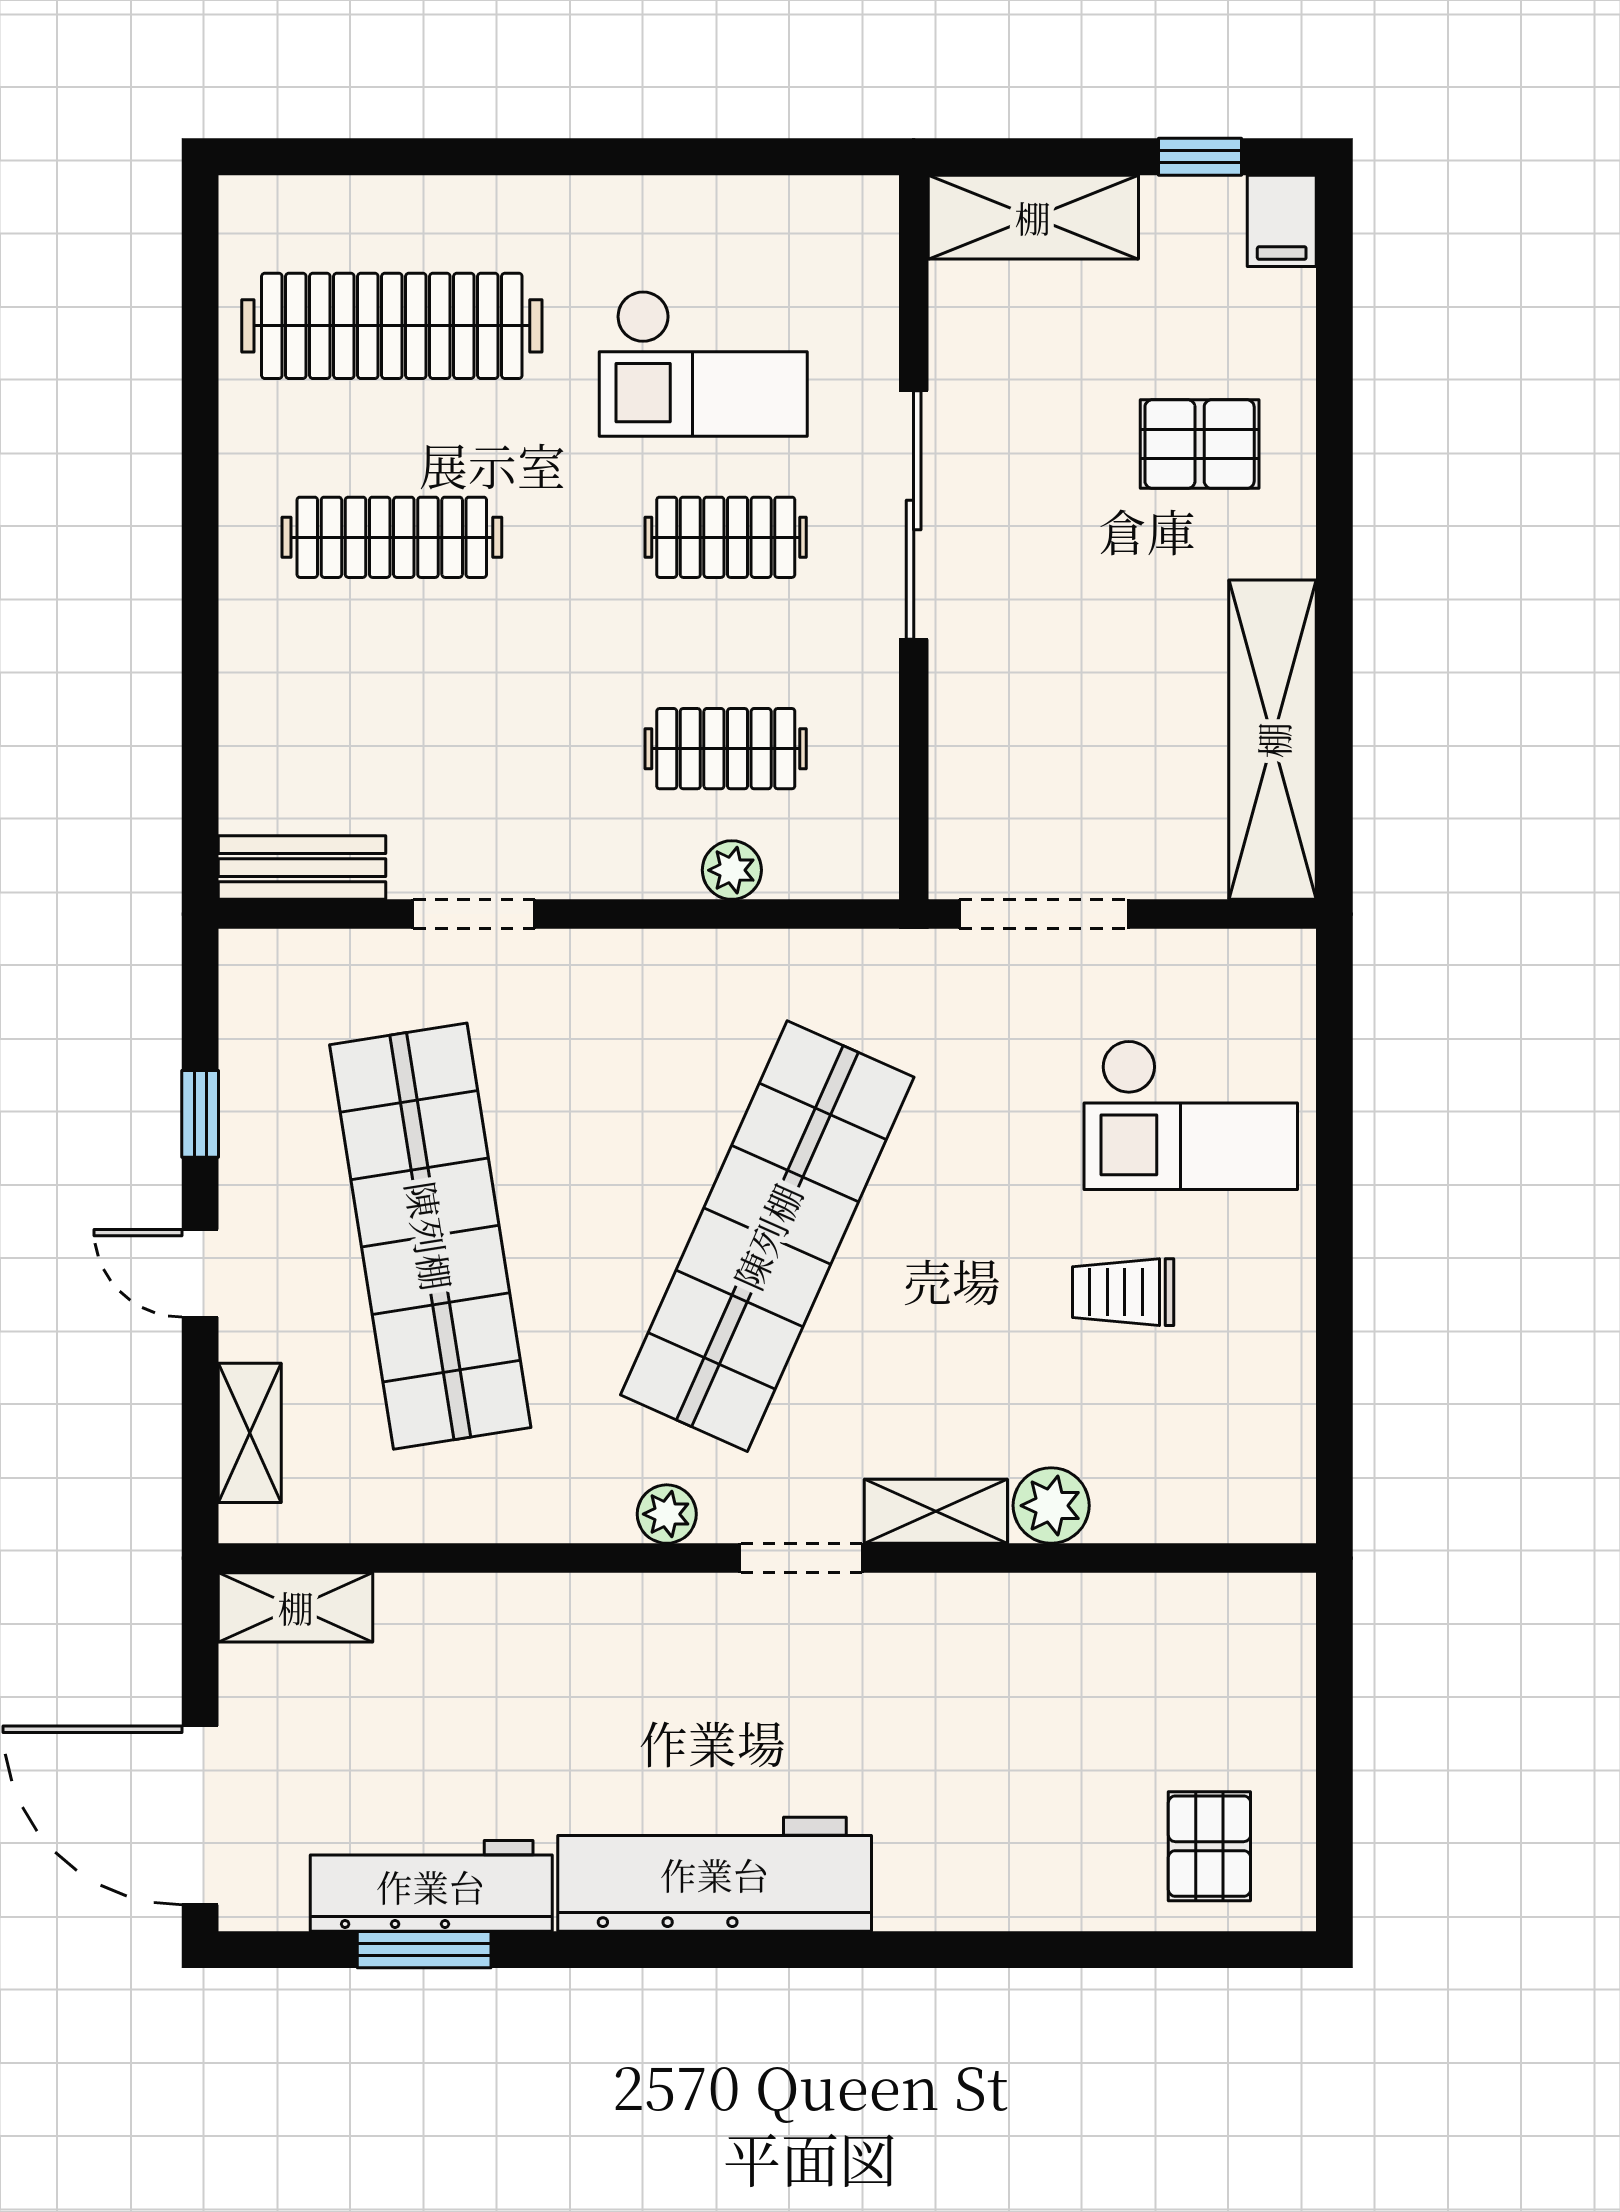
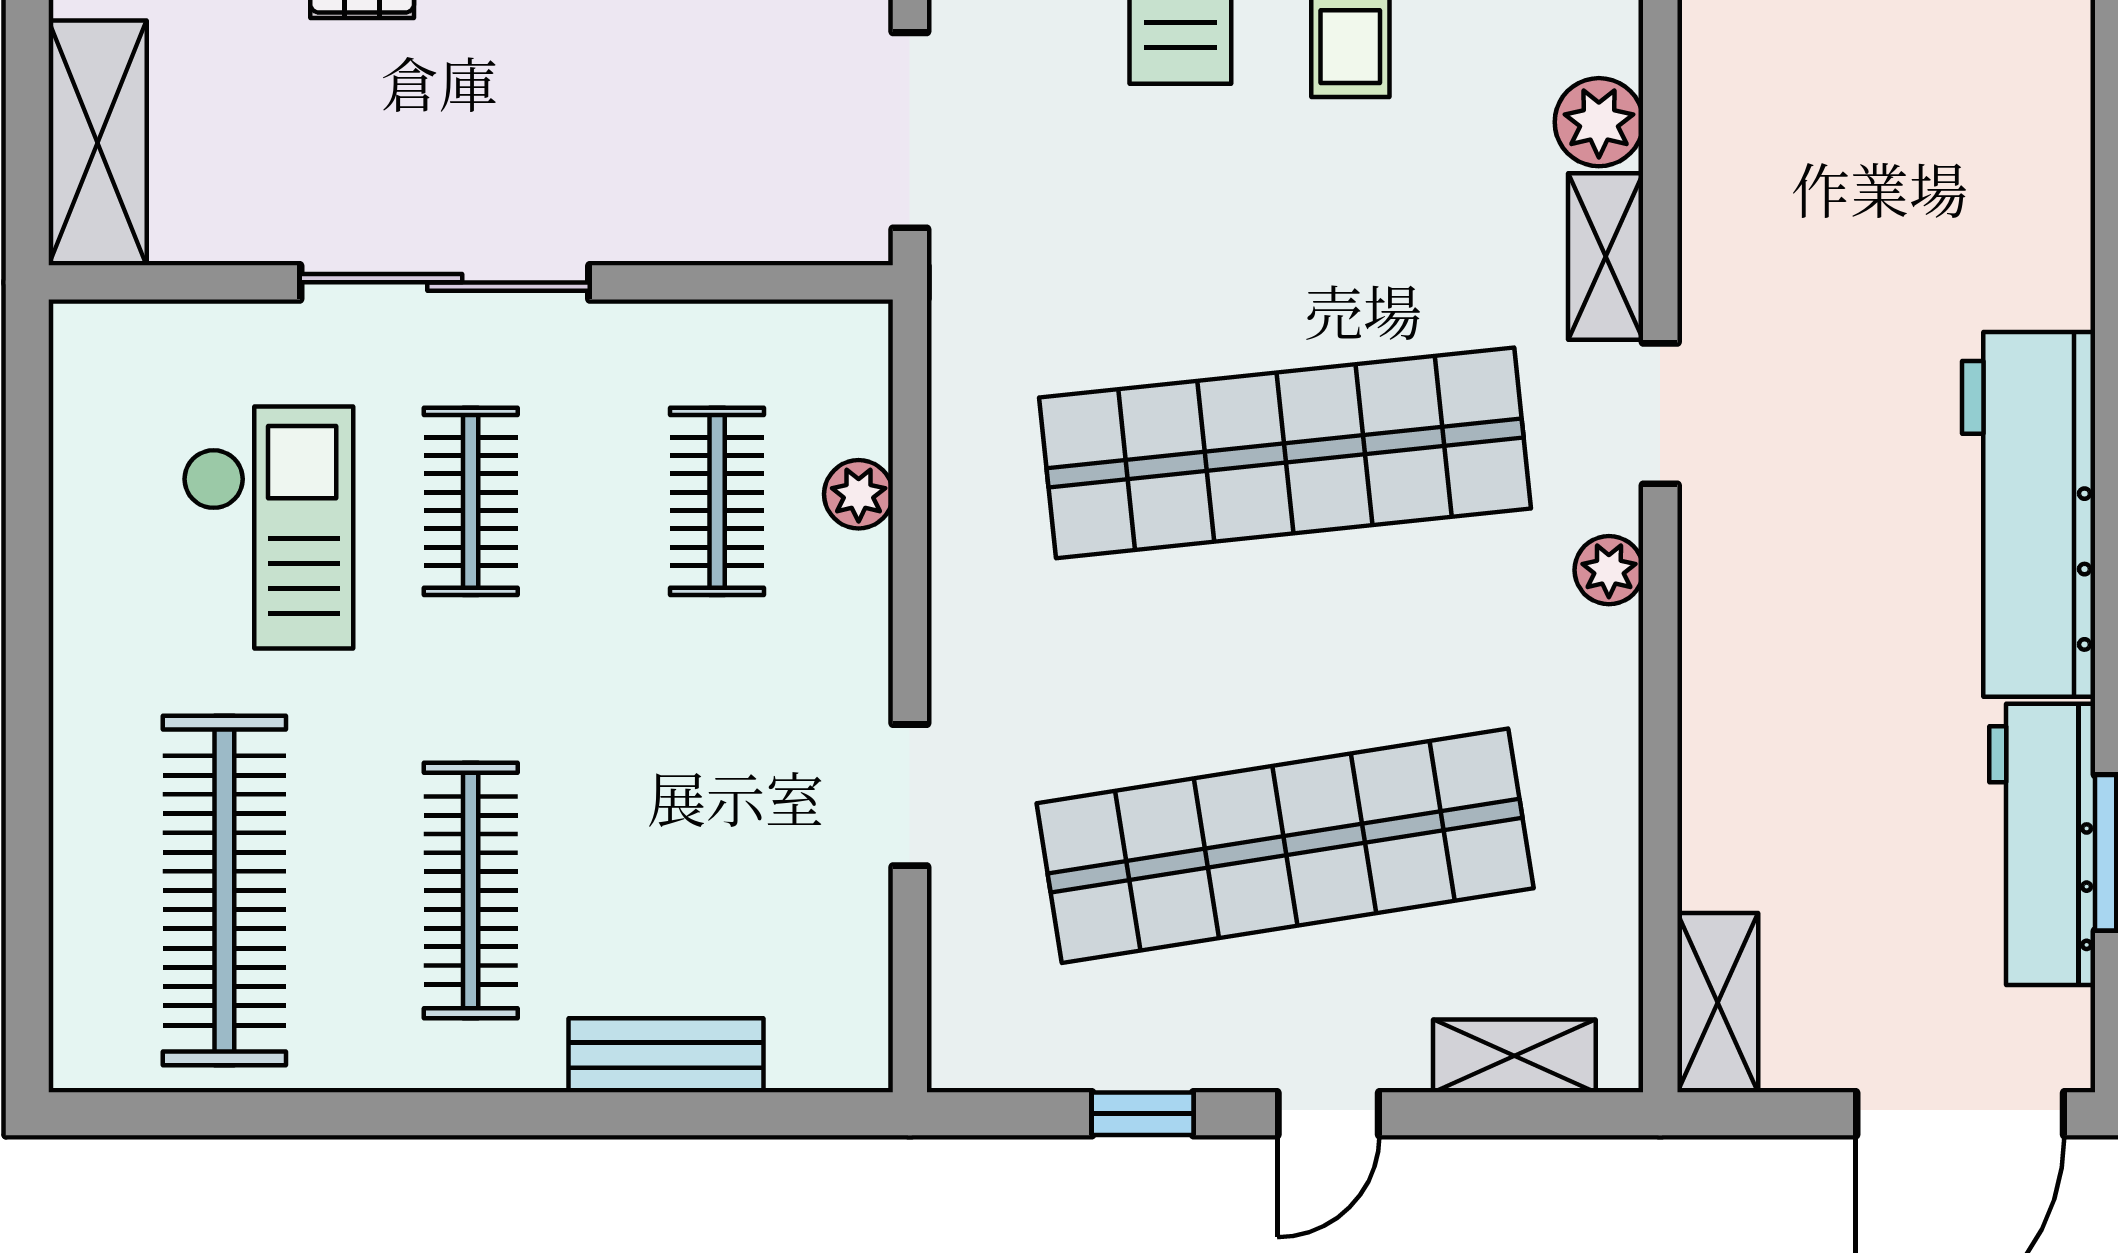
bench: (302, 868) -> (666, 1055), moved, turned 90
shop shelf: (767, 1236) -> (1285, 453), turned -30

